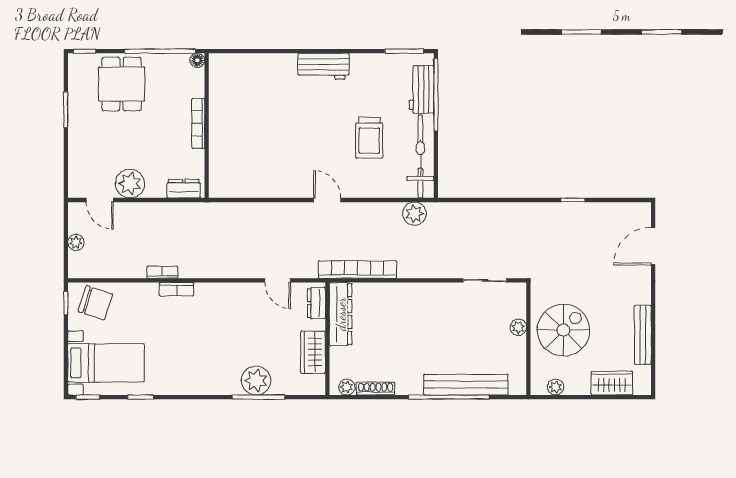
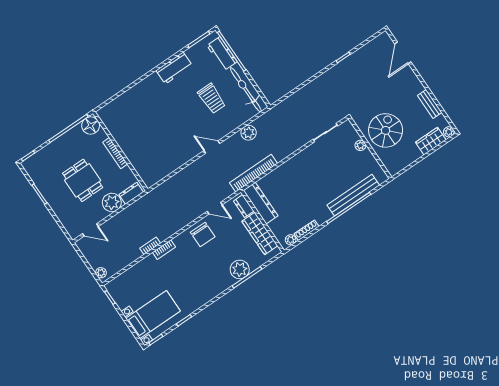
floor lamp: (197, 60) -> (91, 125), width x1.89, depth x1.89
workbench: (324, 66) -> (174, 68), moved
dining table: (122, 84) -> (83, 180), moved
plant: (130, 184) -> (112, 202), moved
plant: (415, 214) -> (249, 133), moved
plant: (76, 242) -> (101, 273), moved
chair: (95, 303) -> (203, 234), moved, turned 72
bench: (643, 335) -> (430, 104), width x0.73
wardrobe: (313, 352) -> (260, 233), width x1.50
plant: (556, 387) -> (449, 132), moved

